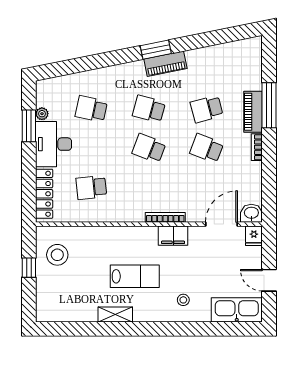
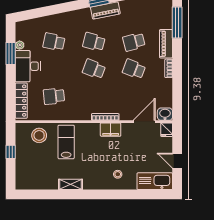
window: (269, 105) -> (177, 22), moved
stool: (57, 255) -> (39, 135), moved
lab bench: (135, 276) -> (66, 142), moved, turned -90

